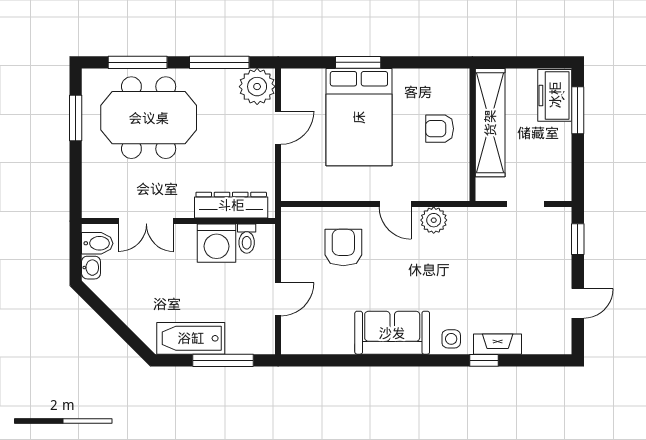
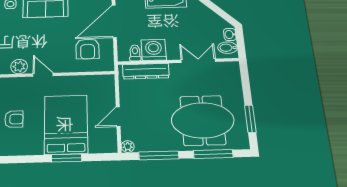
plant: (257, 87) -> (128, 147), width x0.53, depth x0.53
armchair: (343, 248) -> (88, 49), moved
door: (278, 299) -> (114, 21), width x1.87

